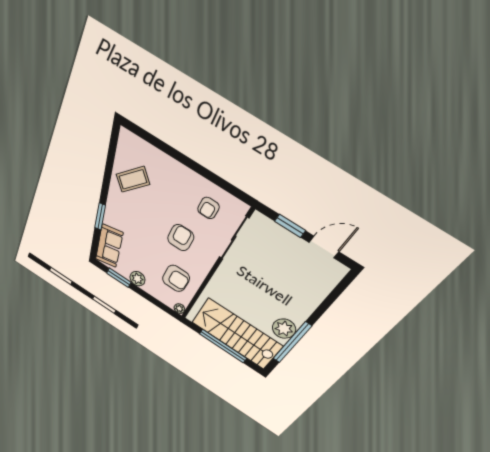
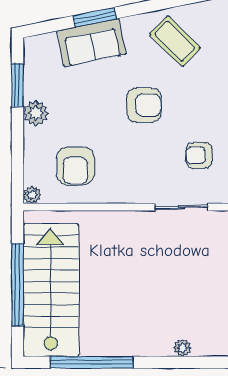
armchair: (181, 238) -> (144, 105), moved
sliding door: (234, 238) -> (182, 207), width x0.73
sofa: (109, 246) -> (91, 42), moved
plant: (284, 329) -> (183, 348), moved, width x0.53, depth x0.53

